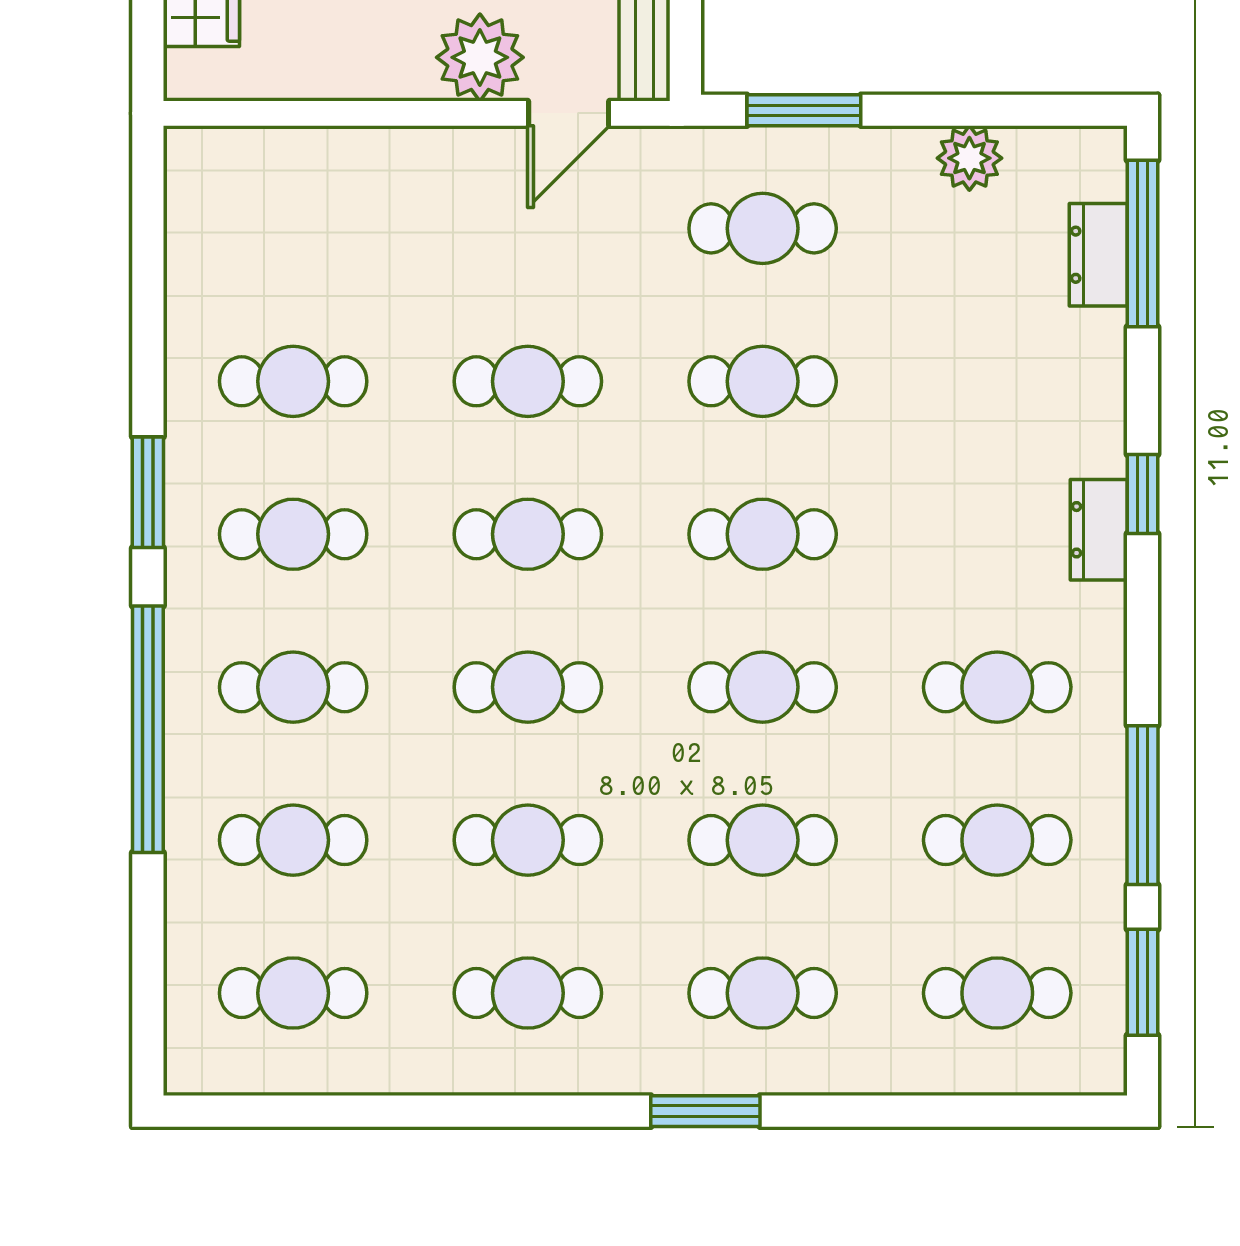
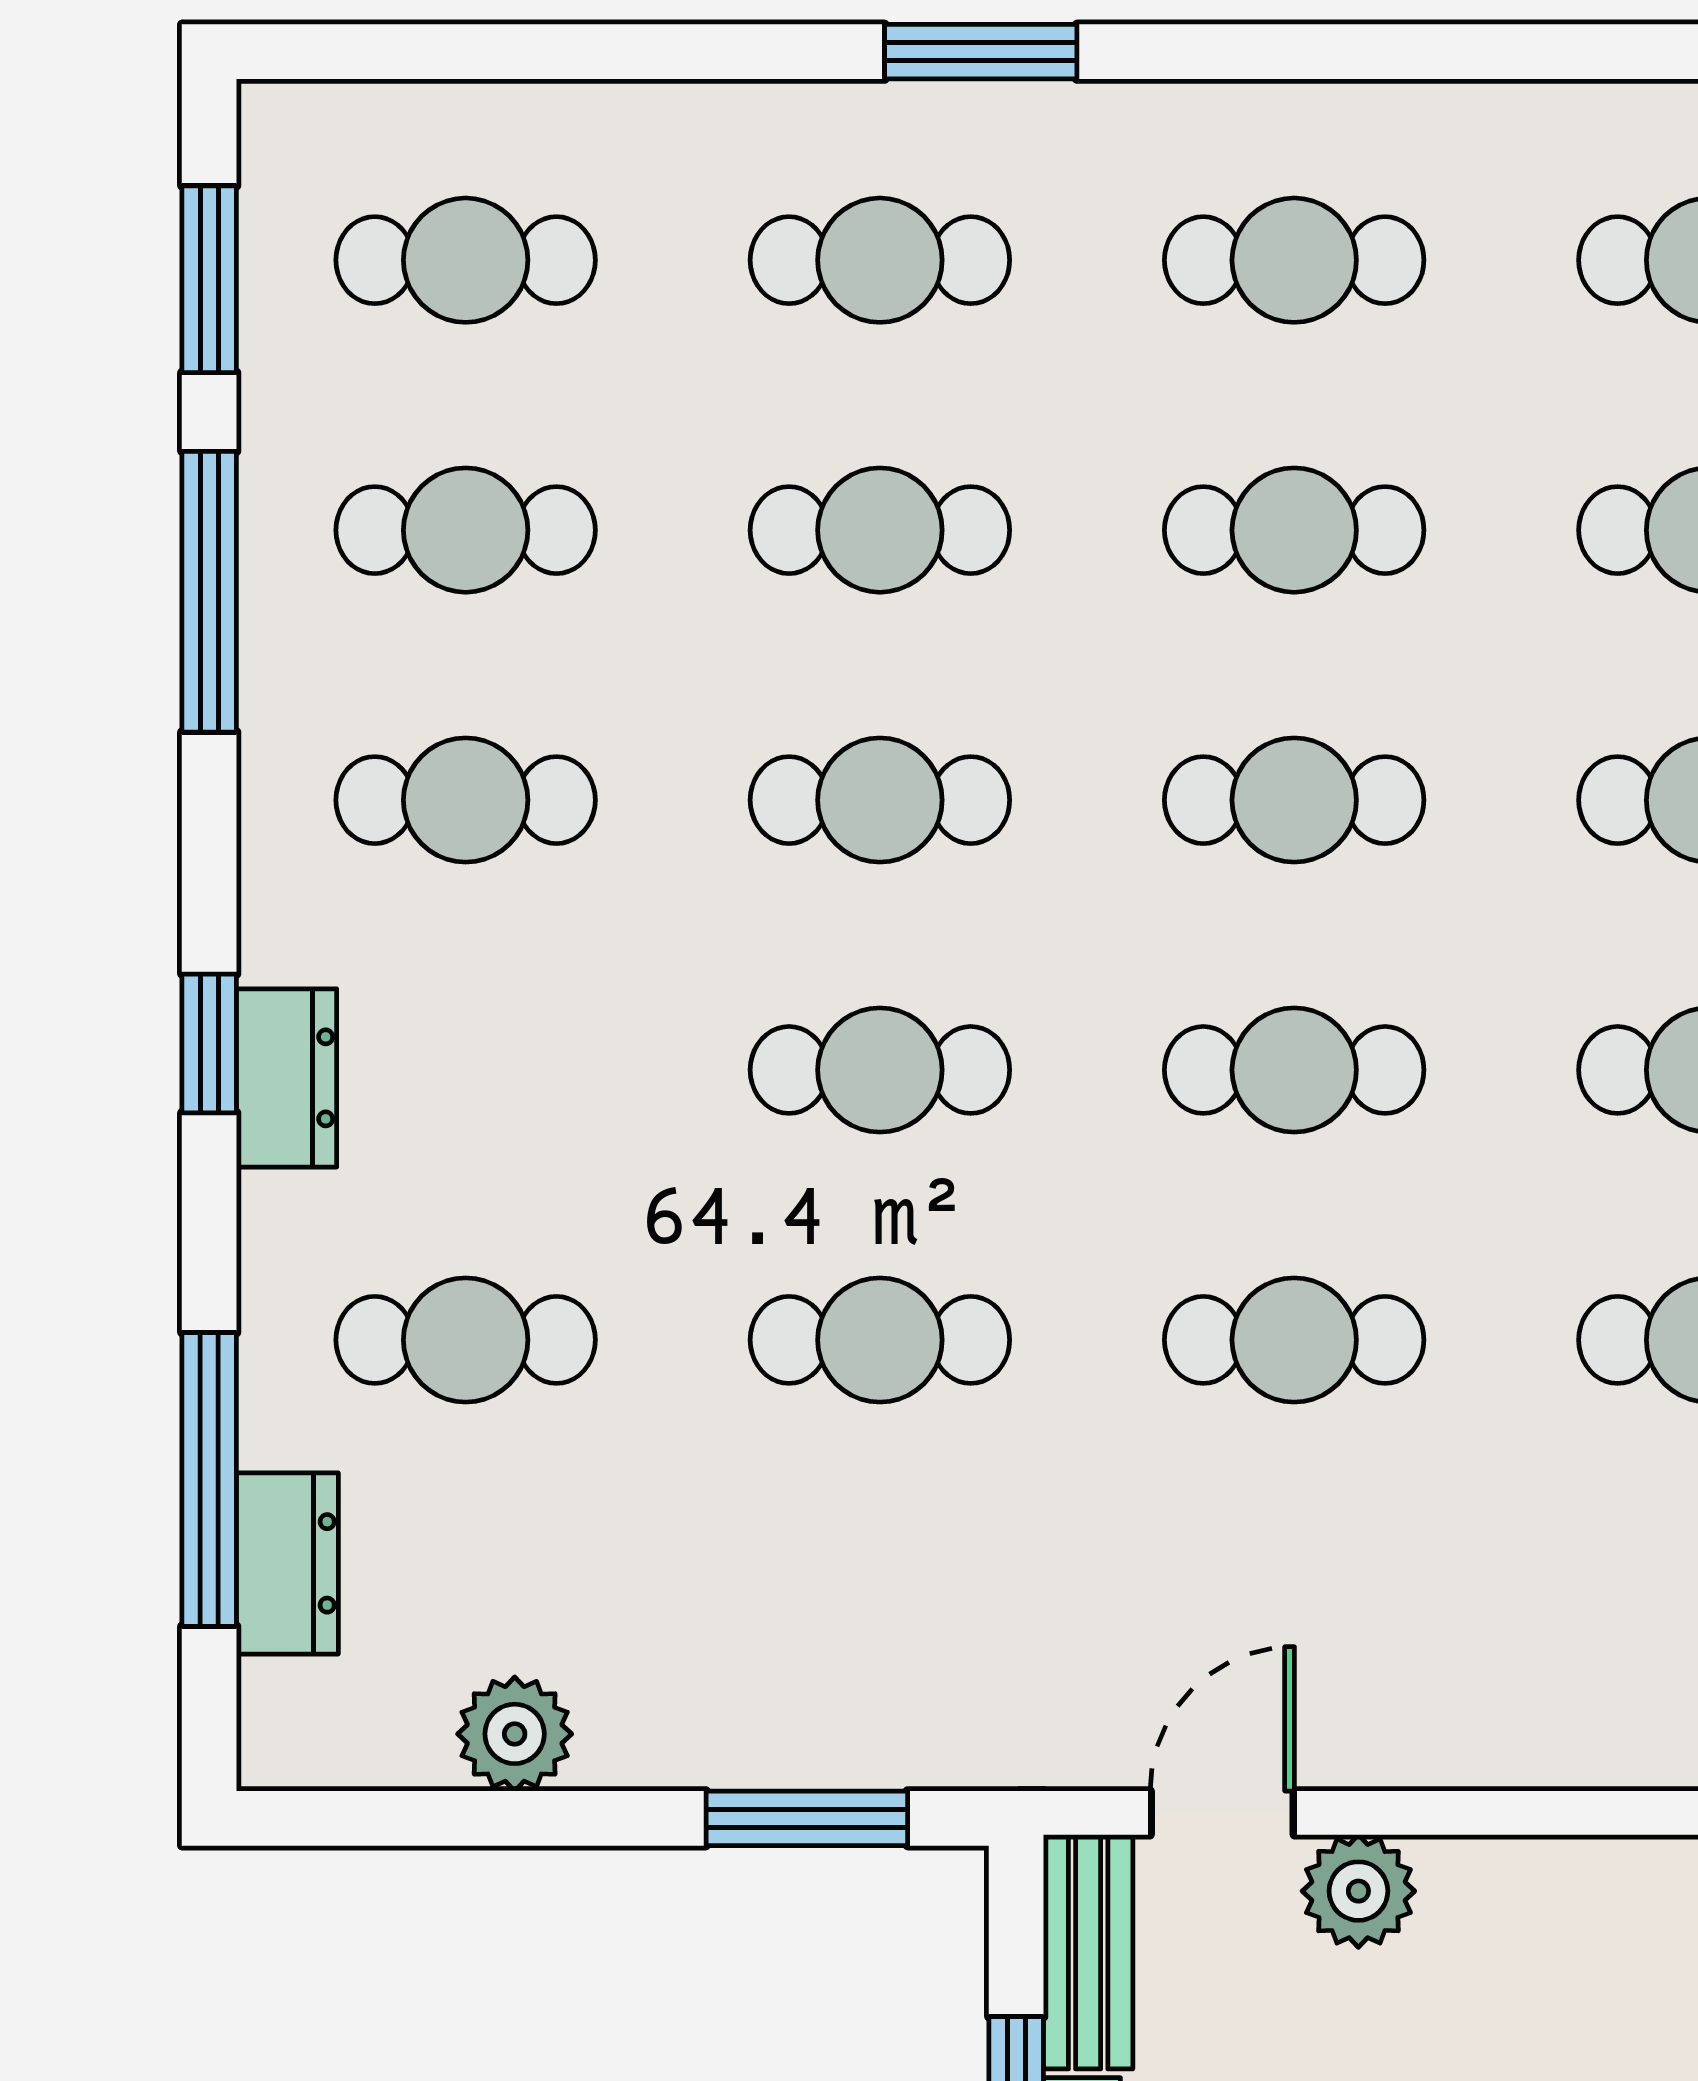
plant: (480, 57) -> (1358, 1891), width x0.73, depth x0.73
cafe table: (763, 228) -> (466, 1340), moved
window: (1143, 244) -> (209, 1479), moved
window: (1143, 494) -> (209, 1043), moved

